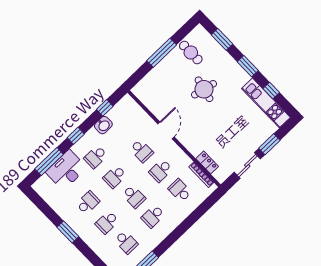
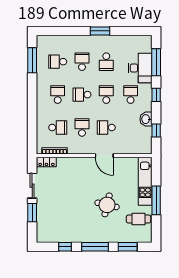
window: (248, 66) -> (95, 247), width x1.44
kitchen unit: (266, 103) -> (145, 181), moved, turned -90
locker: (207, 163) -> (46, 162), moved

